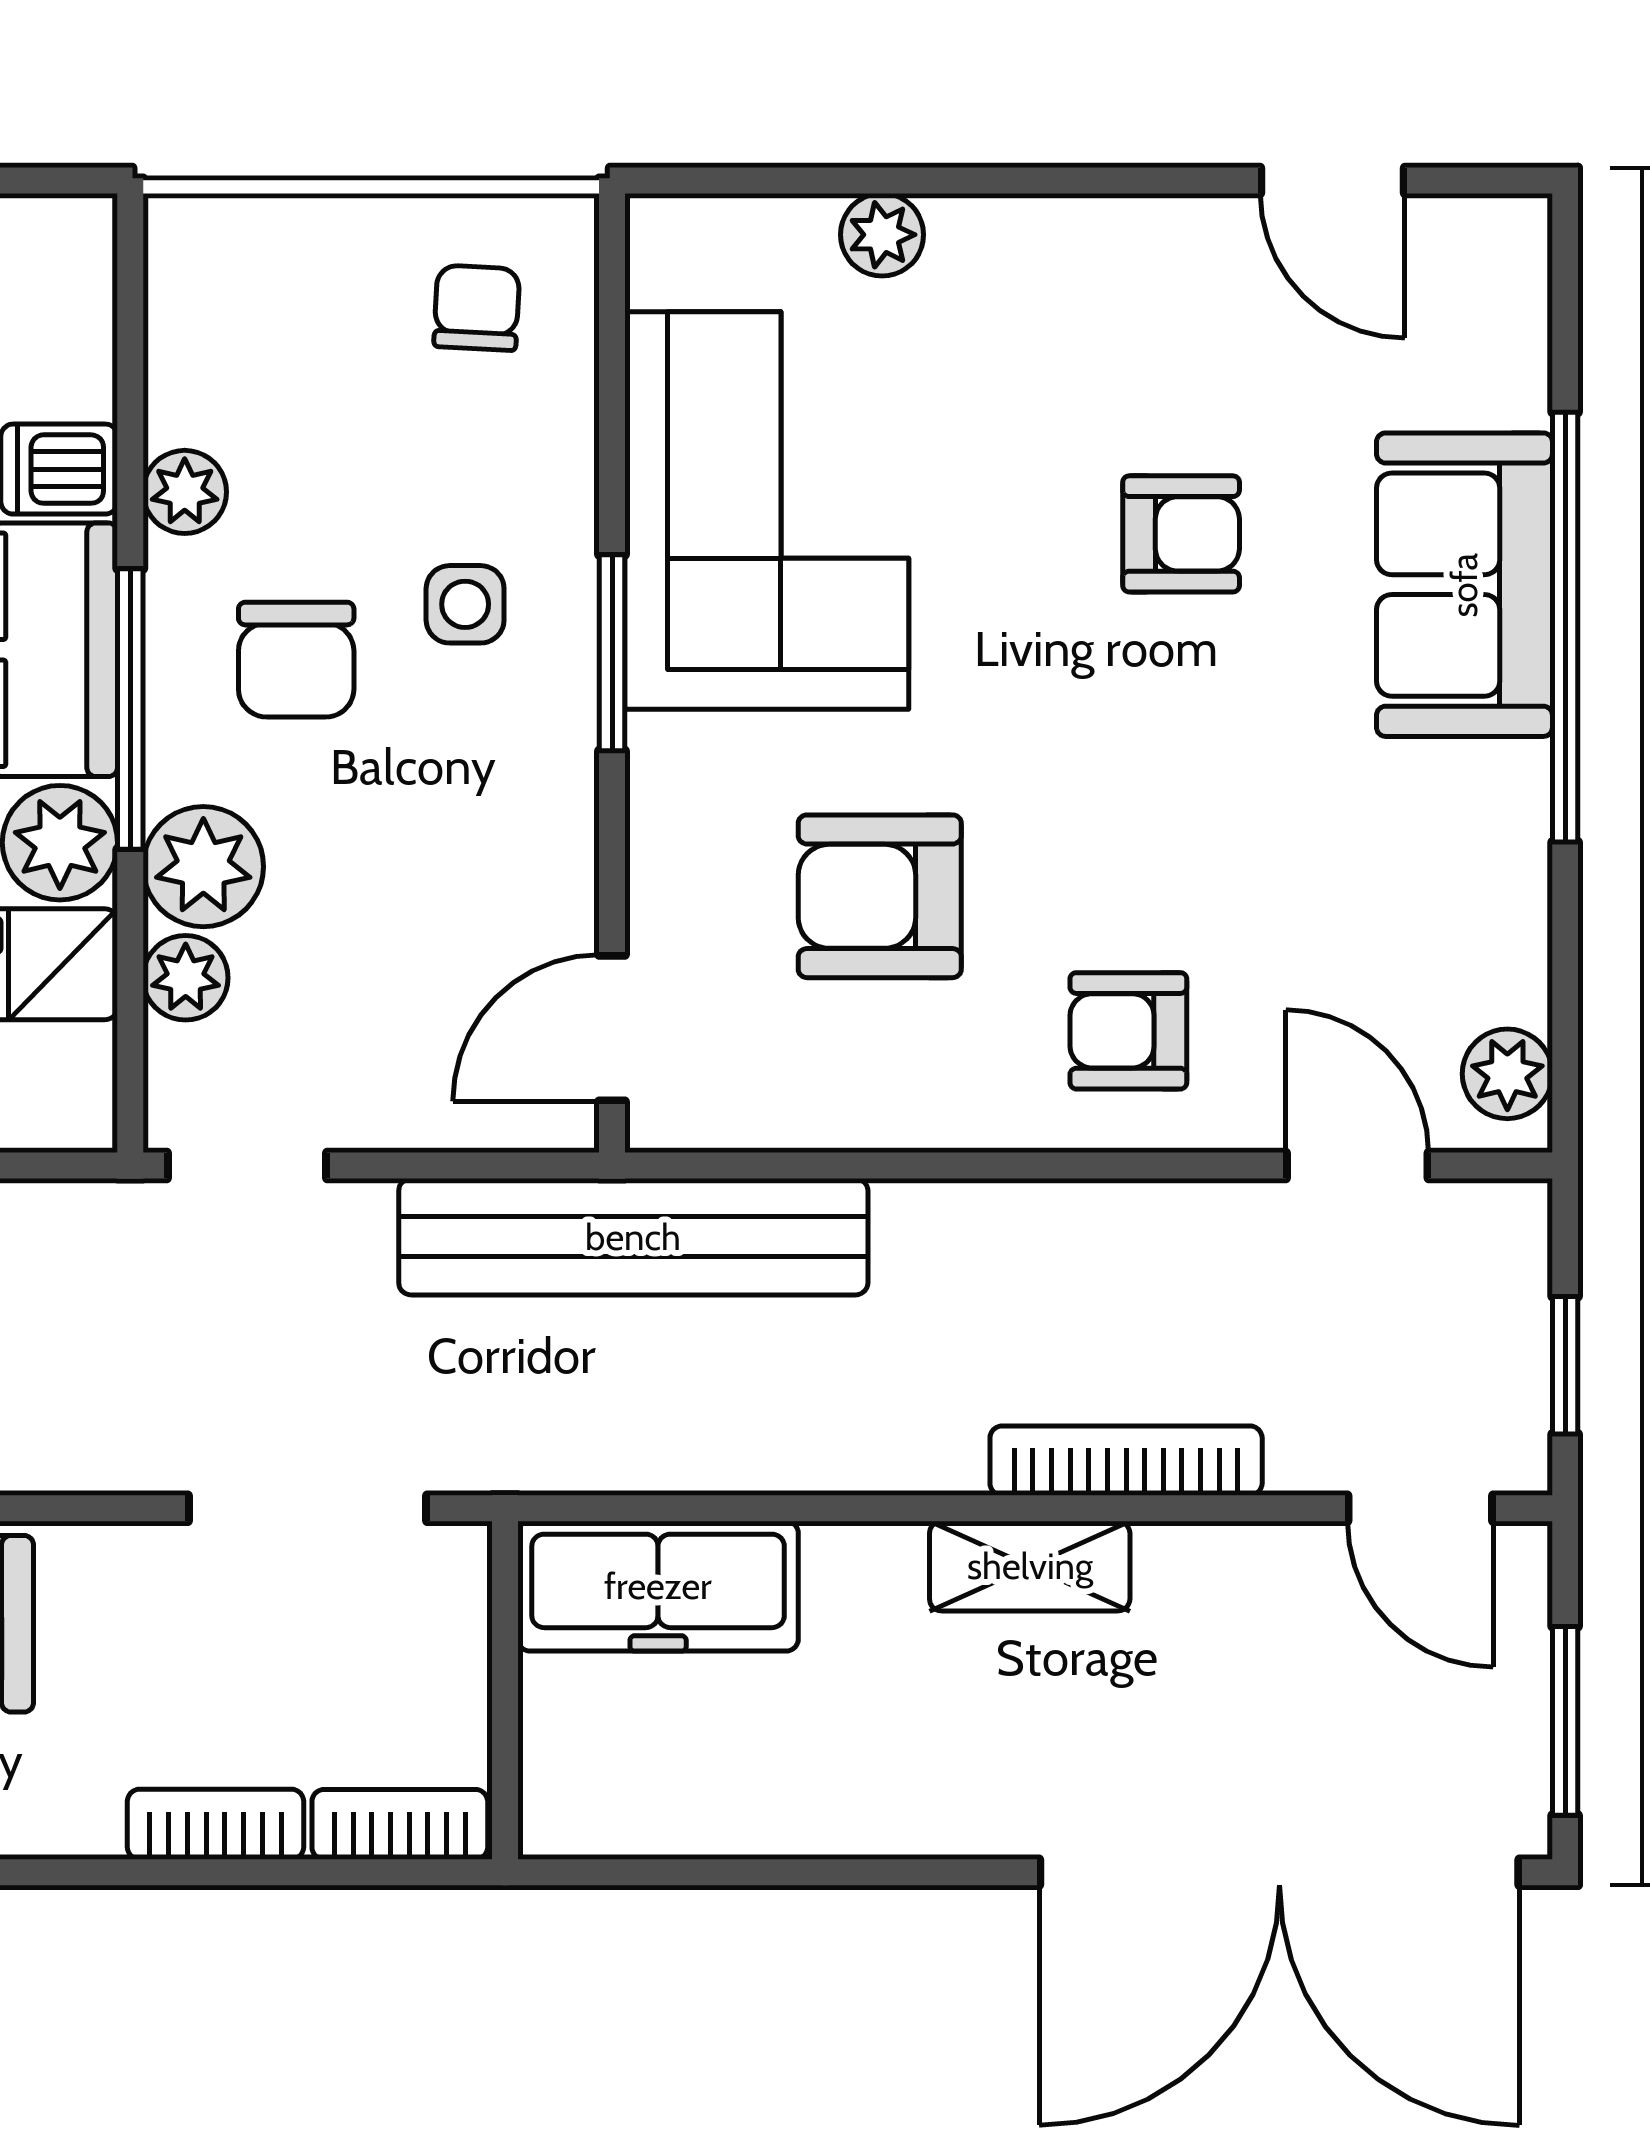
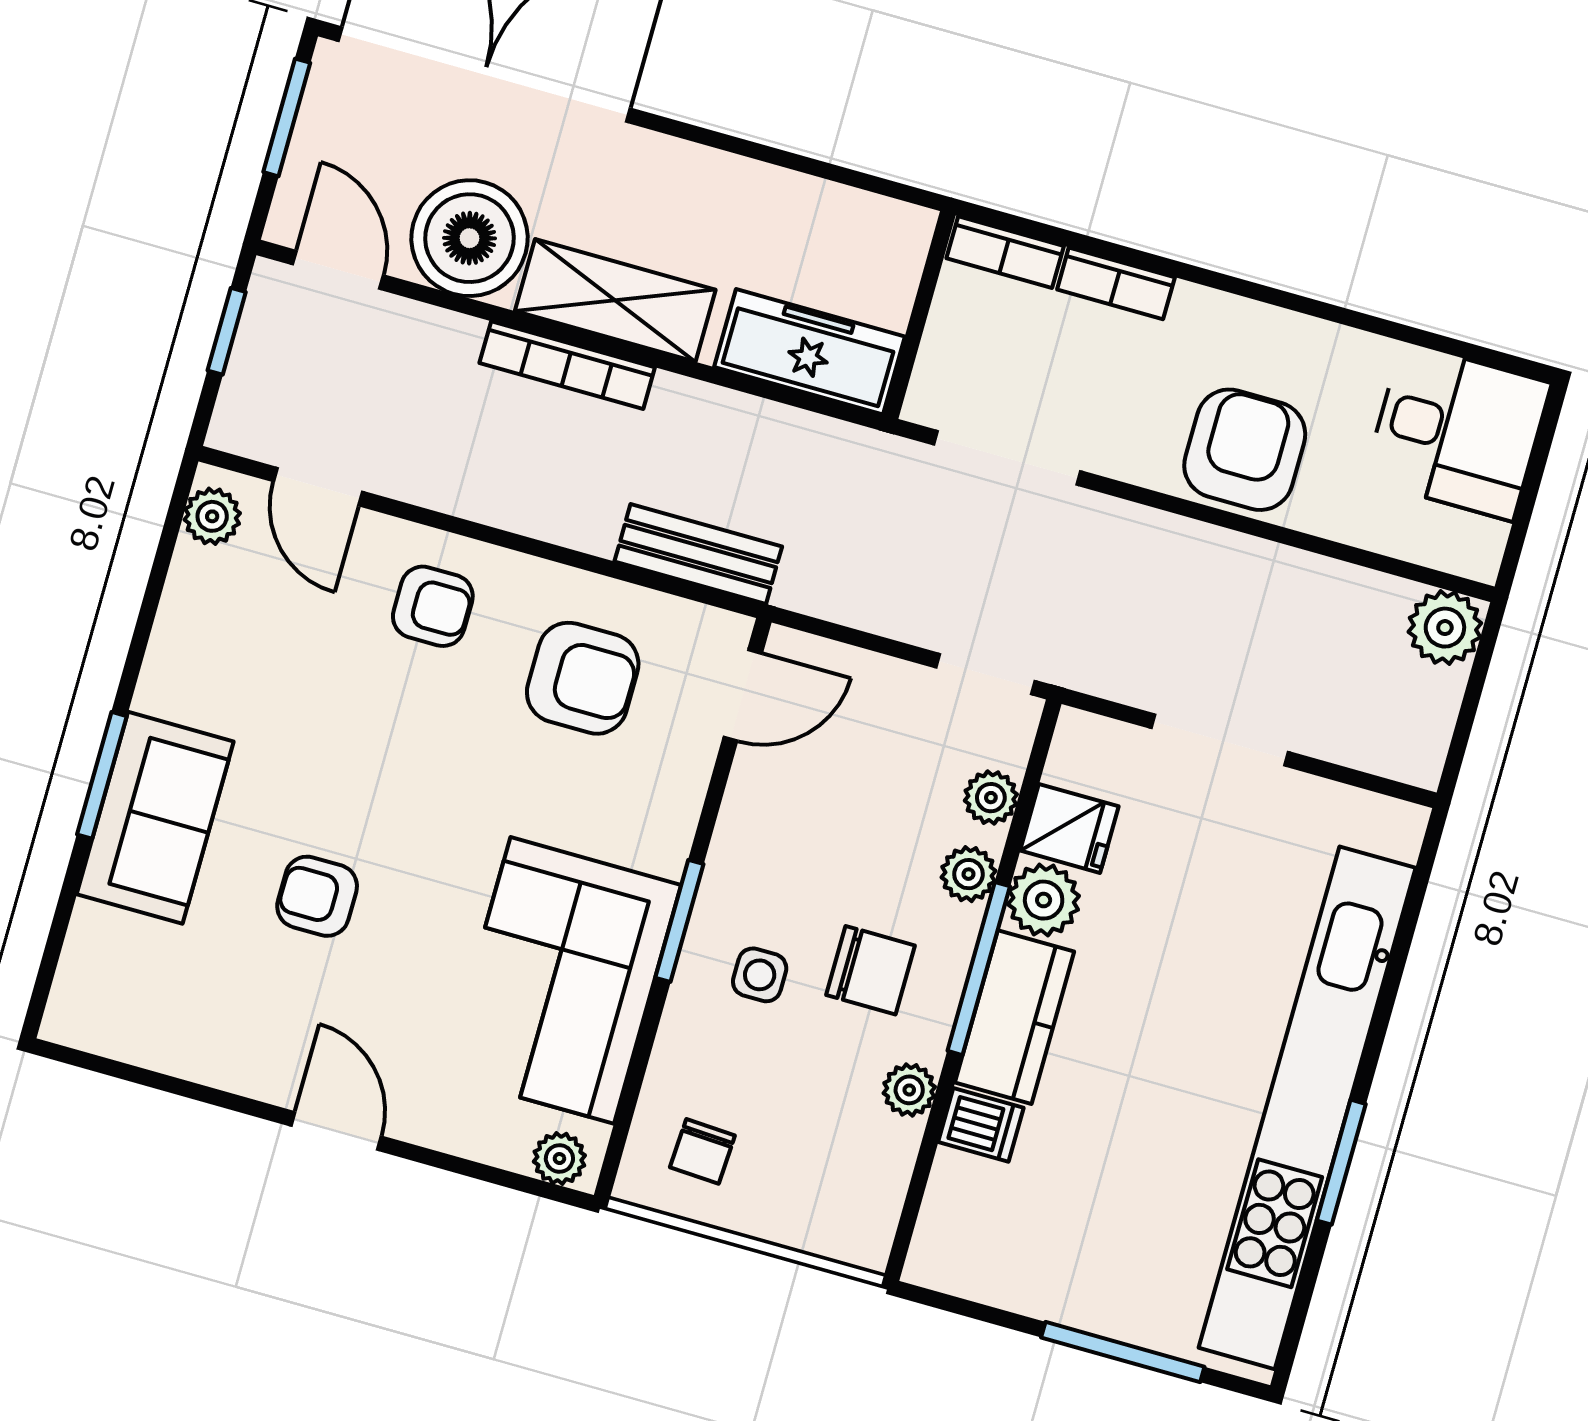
door: (1333, 180) -> (336, 1131), moved
plant: (882, 235) -> (559, 1158), moved
window: (1565, 627) -> (102, 775), width x0.47
chair: (296, 660) -> (871, 970), turned 90
plant: (203, 867) -> (969, 874), width x0.73, depth x0.73
armchair: (880, 896) -> (583, 678), moved
bench: (633, 1237) -> (698, 554), width x0.54, depth x0.82
bookcase: (1126, 1461) -> (567, 365), moved
shelving: (1030, 1566) -> (615, 300), width x1.50, depth x1.33
boiler: (1231, 1614) -> (469, 238), added

